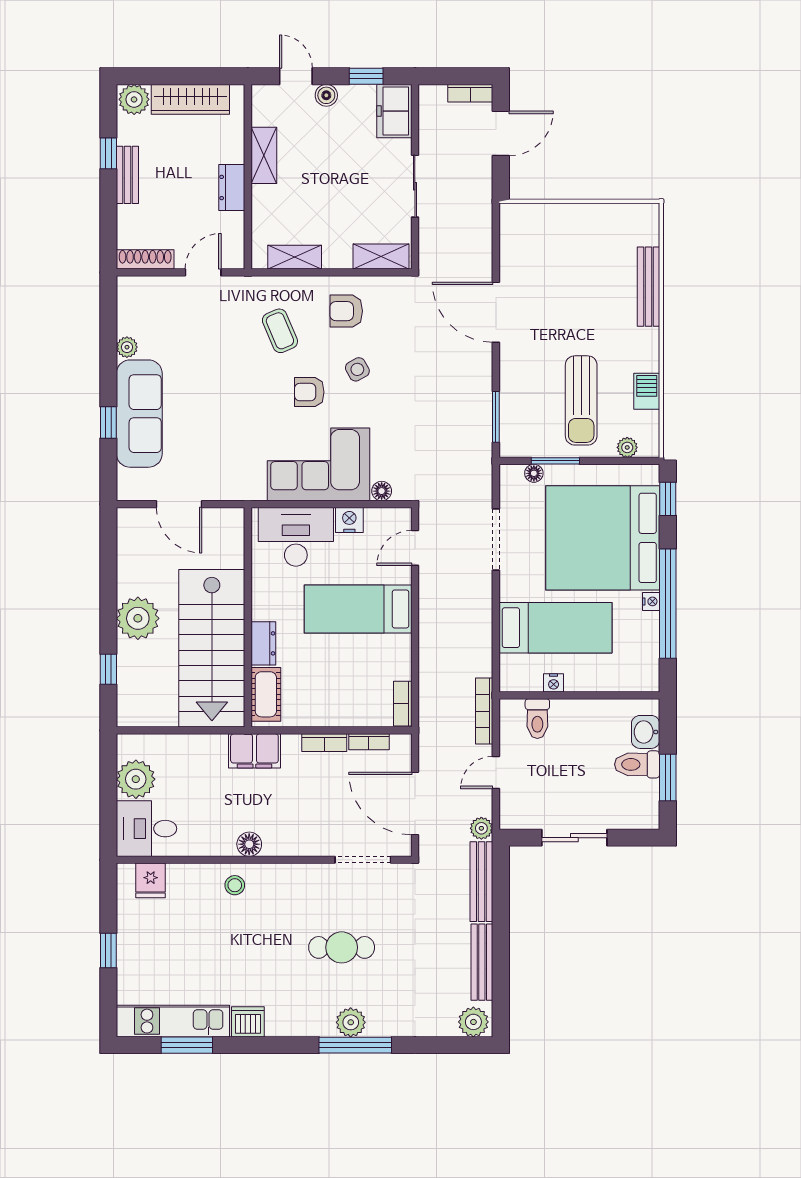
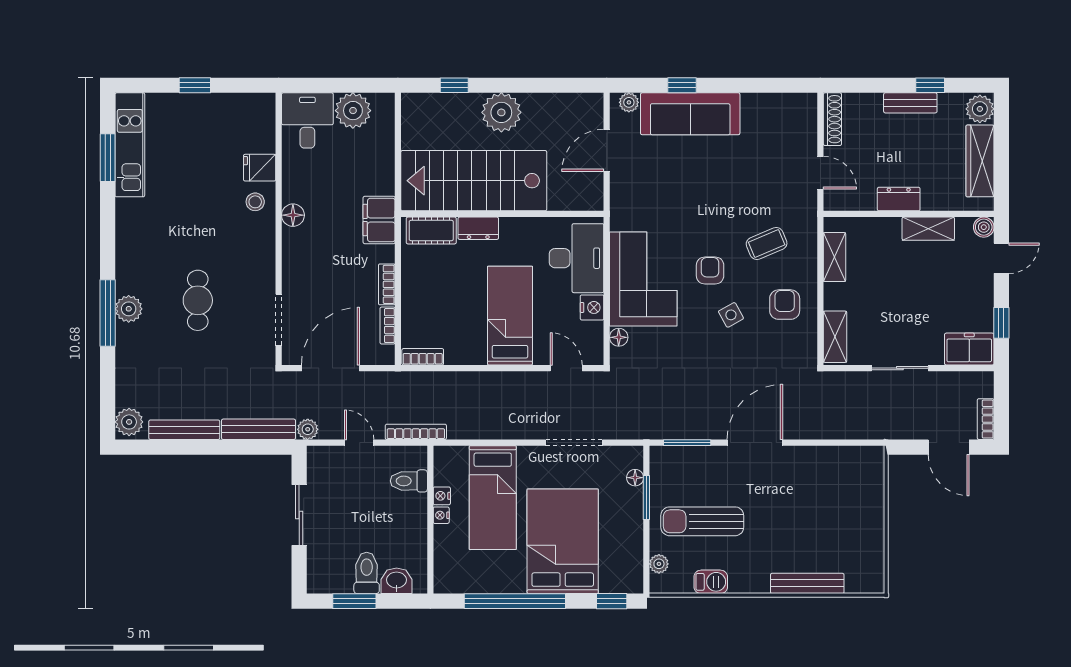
boiler: (326, 95) -> (984, 227), moved
door: (496, 312) -> (755, 443), moved
plant: (127, 347) -> (629, 102), moved
bed: (603, 538) -> (563, 541), width x0.73
nightstand: (651, 601) -> (441, 515), moved, turned 90
fridge: (151, 880) -> (260, 168), moved
dishwasher: (248, 1022) -> (129, 214), removed

